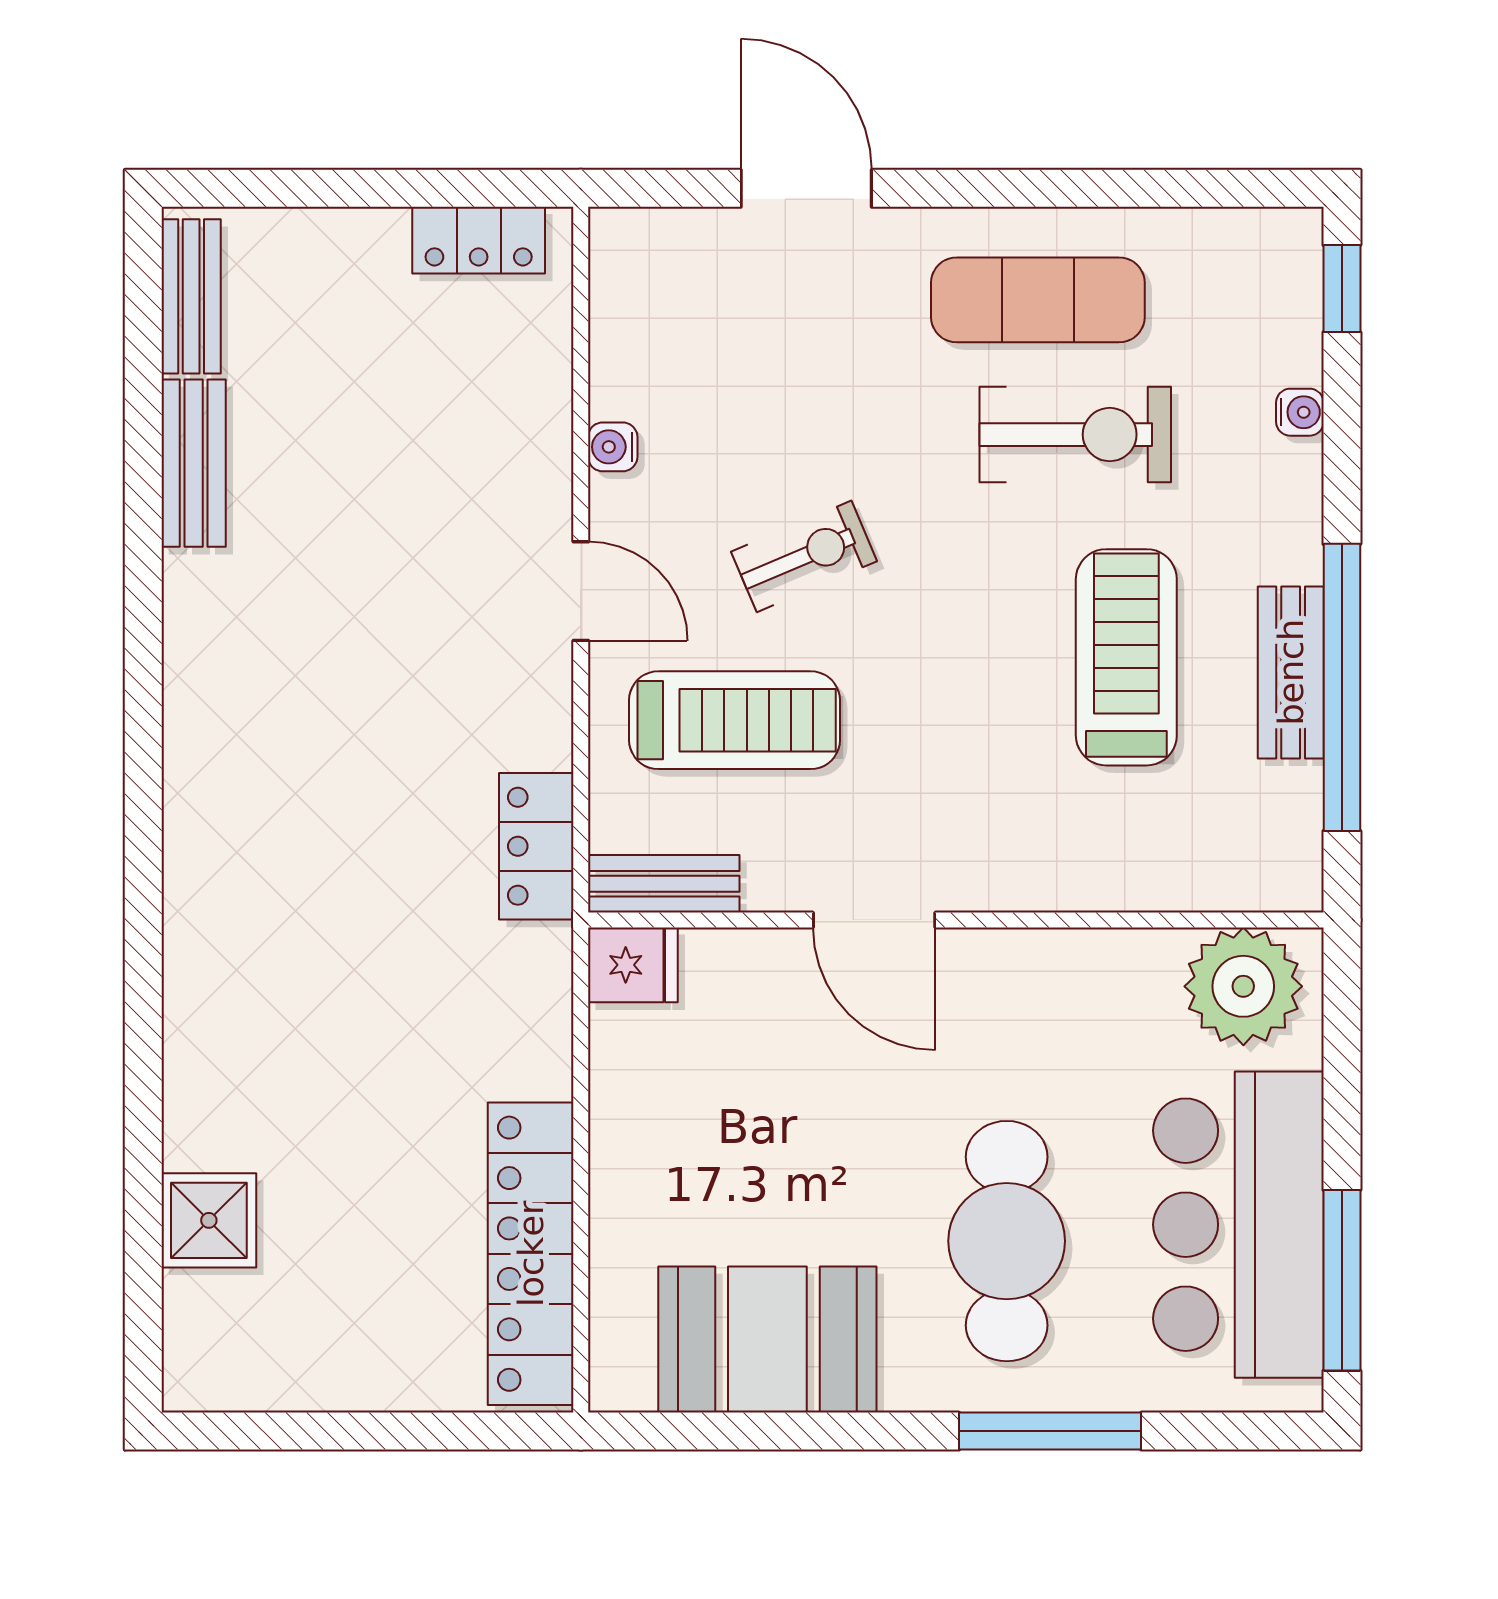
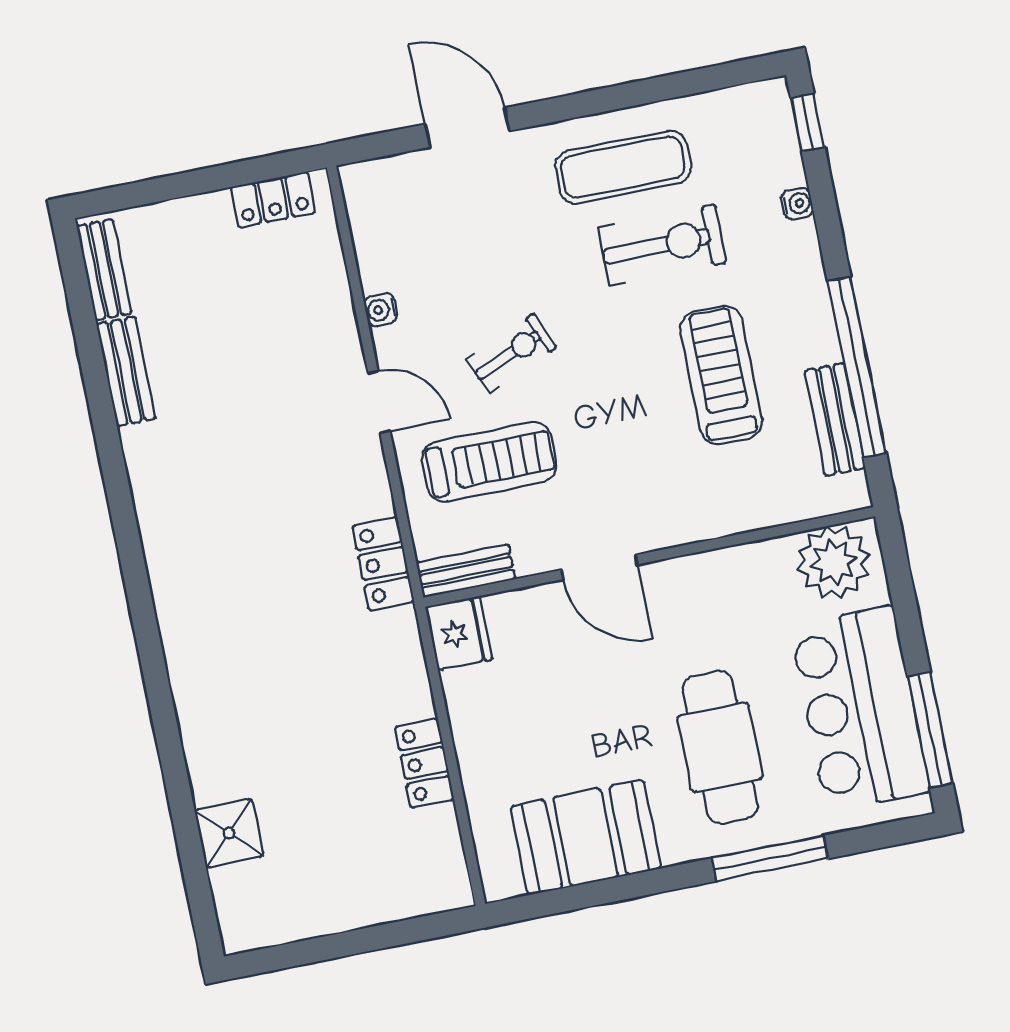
bench: (1291, 672) -> (835, 419), moved
fridge: (633, 965) -> (459, 633), width x1.38
locker: (531, 1254) -> (425, 763), width x0.46, depth x0.83

